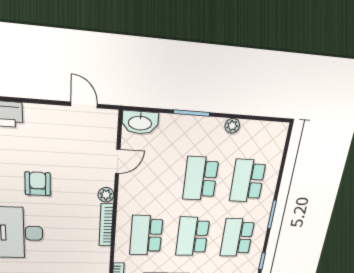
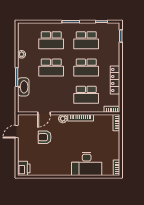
washbasin: (140, 123) -> (23, 87), moved
door: (118, 161) -> (44, 113), swing flipped
armchair: (38, 184) -> (45, 137), moved

